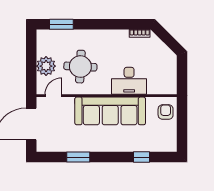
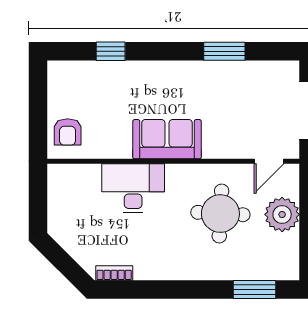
sofa: (110, 111) -> (167, 139), width x0.54, depth x0.79

